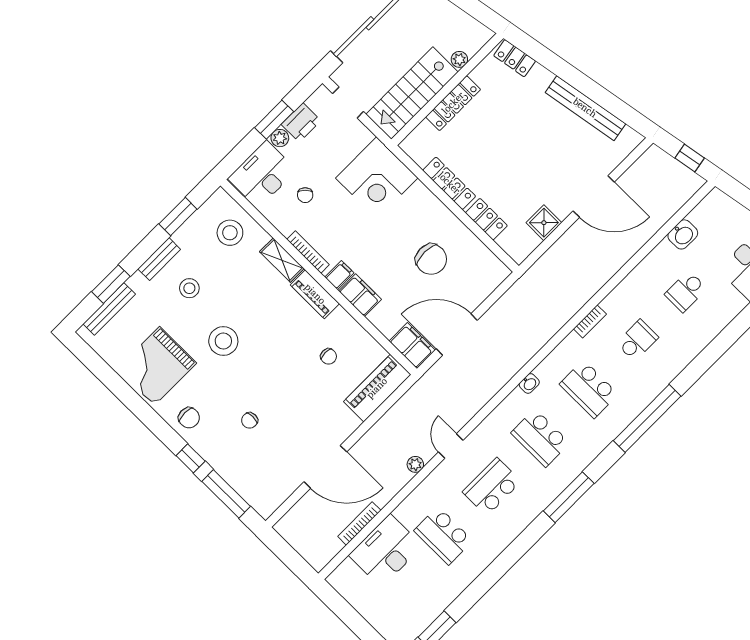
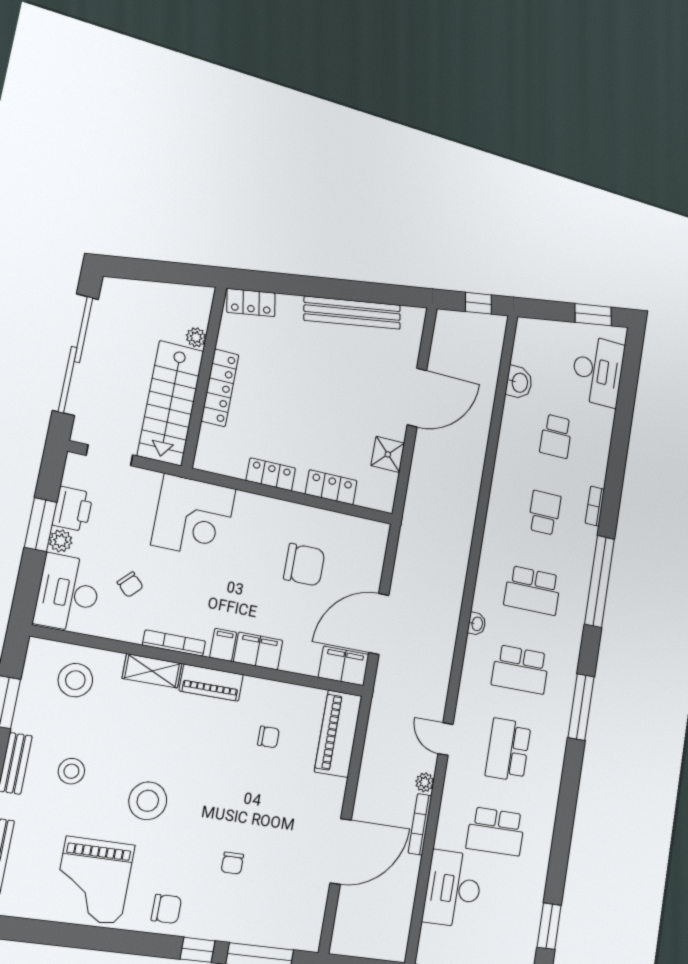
locker: (449, 183) -> (271, 474), width x0.66
bookcase: (590, 321) -> (595, 506), moved, turned 180
bookcase: (359, 523) -> (420, 824), moved

